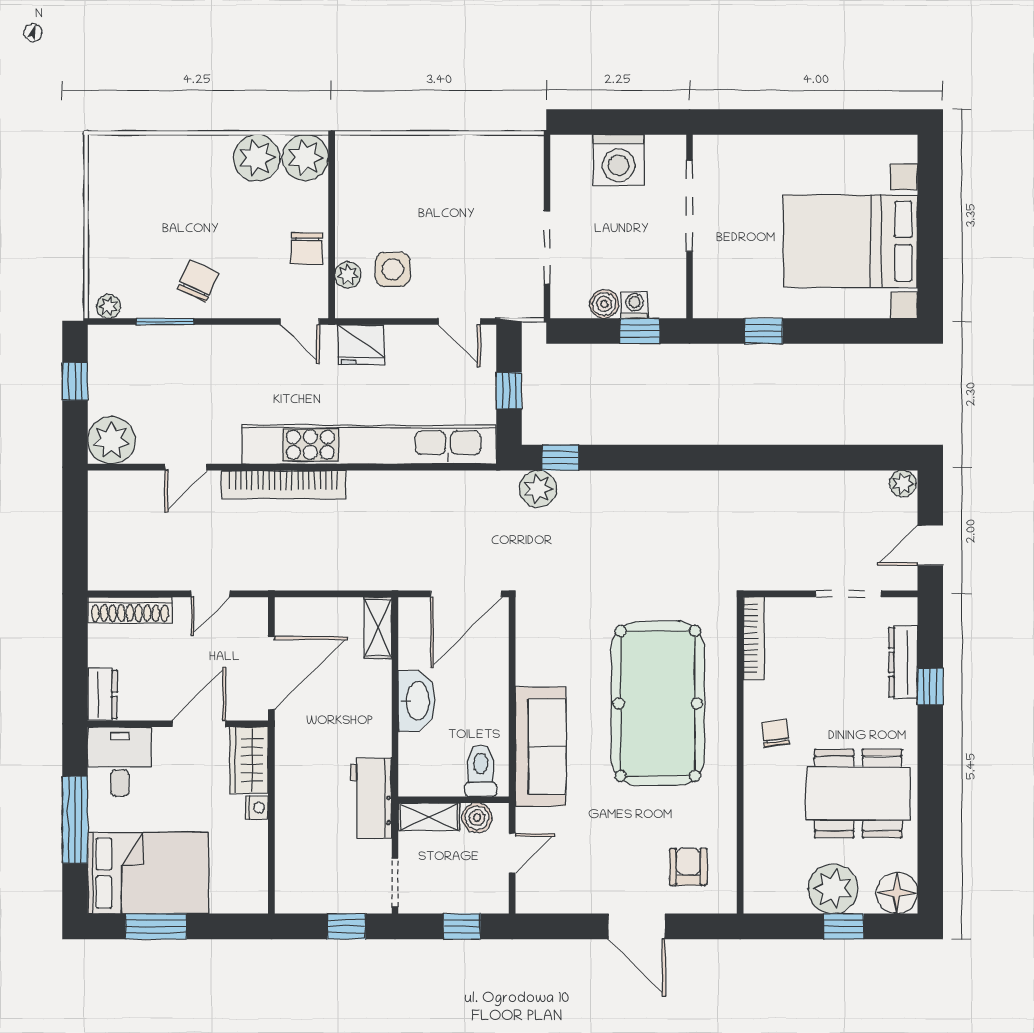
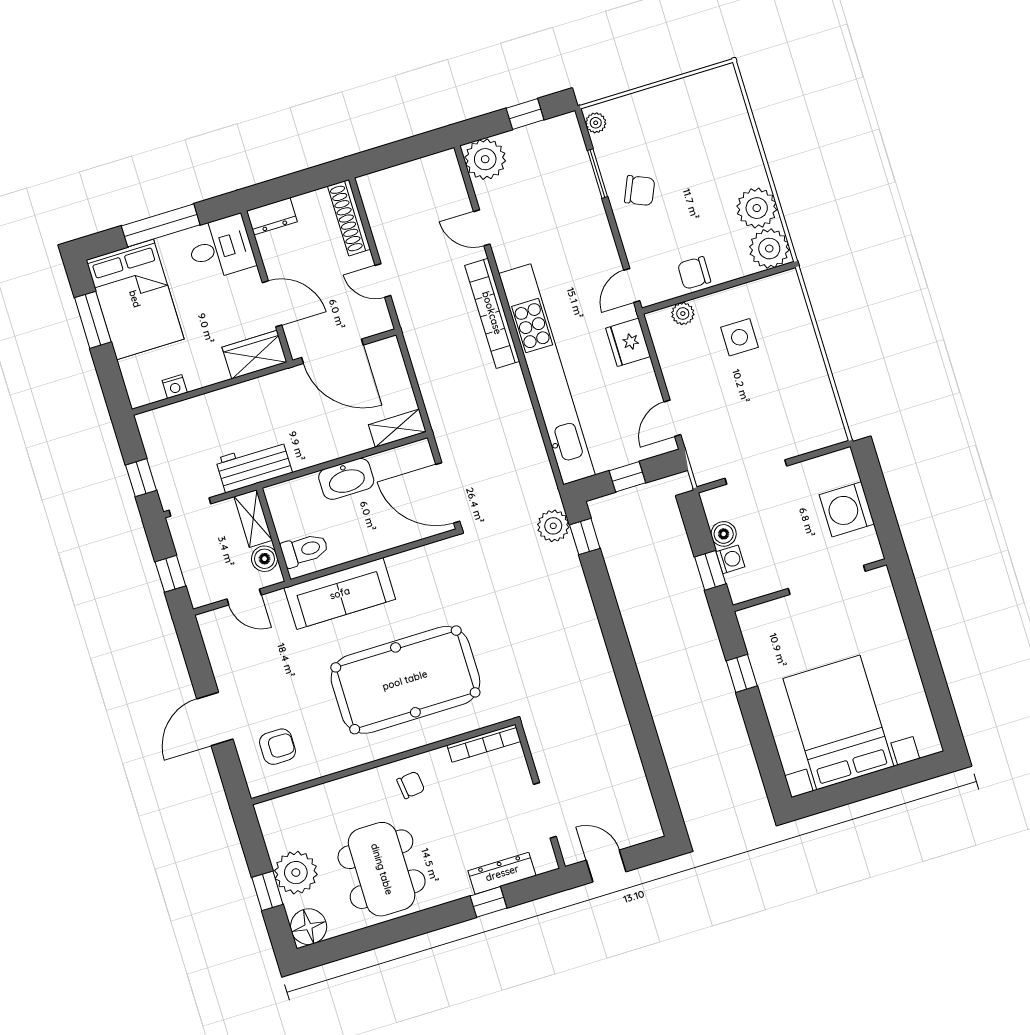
side table: (393, 269) -> (740, 337), moved
plant: (903, 484) -> (650, 828), removed
nightstand: (257, 808) -> (175, 387), moved

